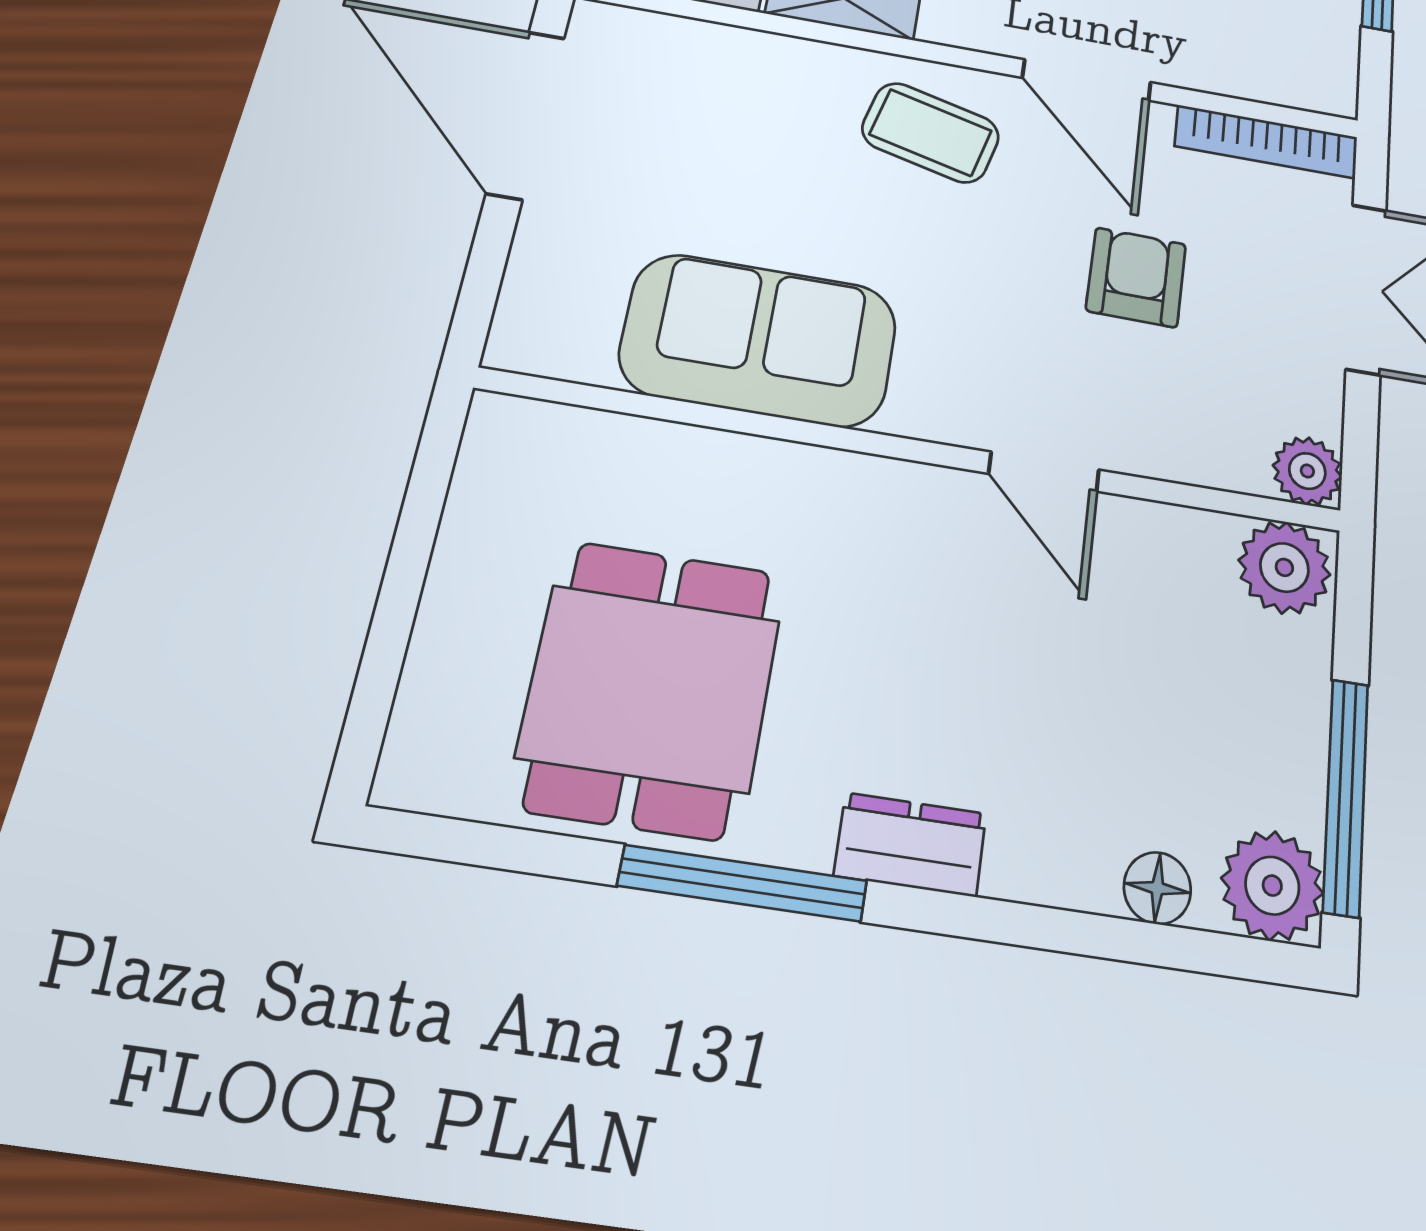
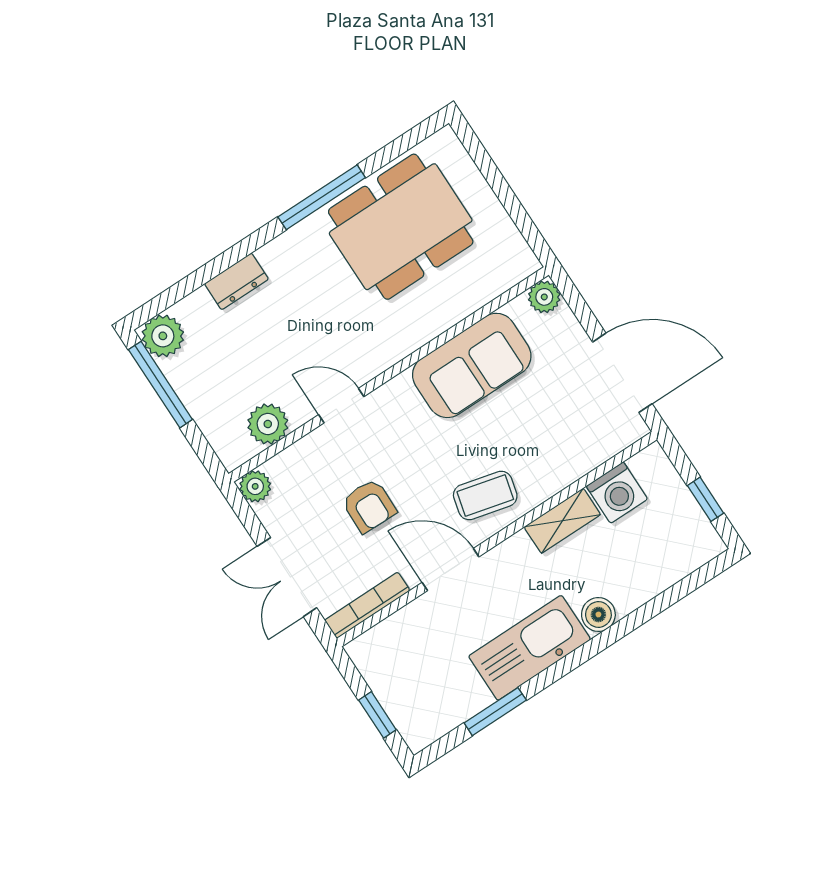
plant: (524, 339) -> (544, 297), added
plant: (1284, 567) -> (268, 424), moved
dining table: (650, 688) -> (401, 227), width x1.37
dresser: (911, 845) -> (236, 281), moved
floor lamp: (1157, 888) -> (198, 304), removed

